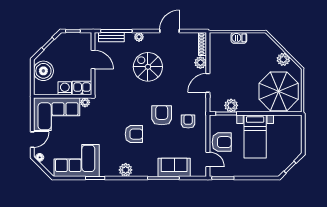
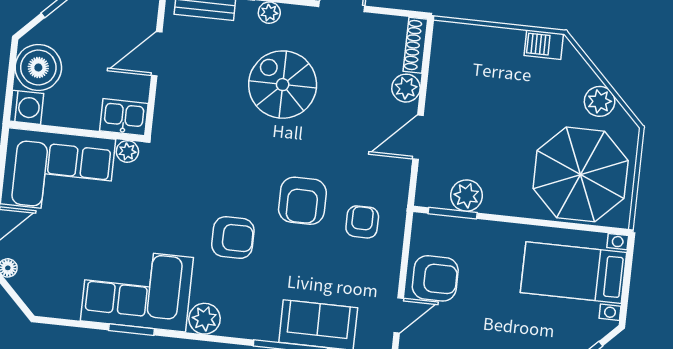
barbecue: (239, 38) -> (544, 45), moved
door: (93, 60) -> (157, 54), swing flipped
washing machine: (65, 88) -> (26, 107), moved, turned 90
armchair: (162, 115) -> (302, 201), turned 180
bed with nightstands: (255, 137) -> (574, 273), moved, turned 90
door: (208, 159) -> (399, 315), hinge flipped
corner sofa: (77, 160) -> (137, 289), moved

